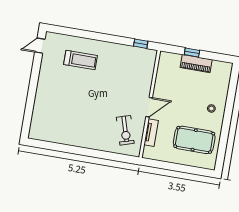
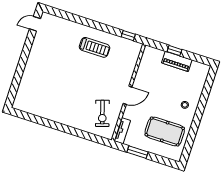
treadmill: (81, 60) -> (95, 47), moved
tv unit: (151, 133) -> (122, 131), moved
window: (168, 166) -> (137, 152), added

